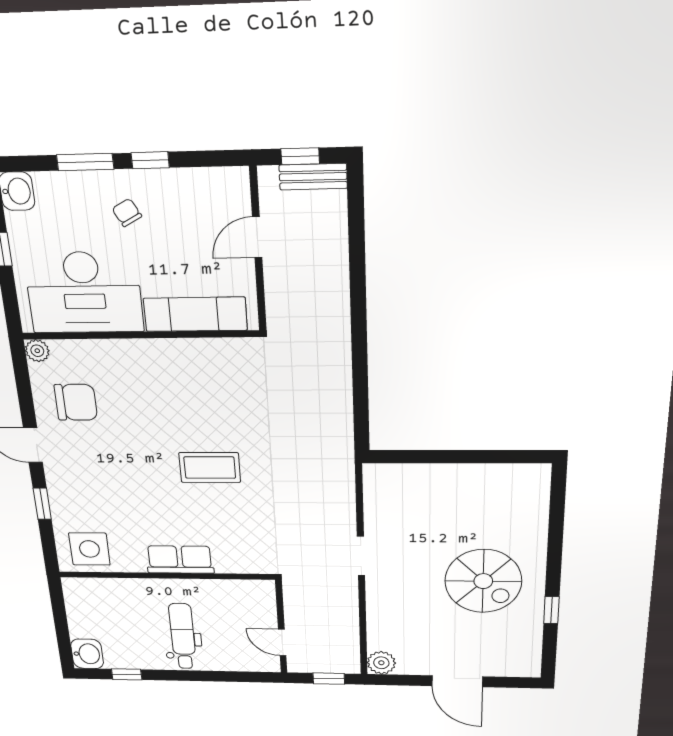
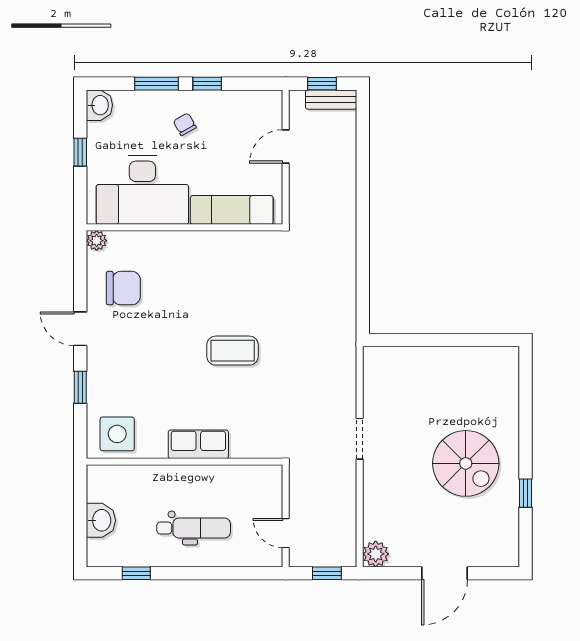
dental chair: (183, 636) -> (194, 528), turned 90
washbasin: (87, 654) -> (101, 520), moved
door: (457, 681) -> (445, 573), hinge flipped

